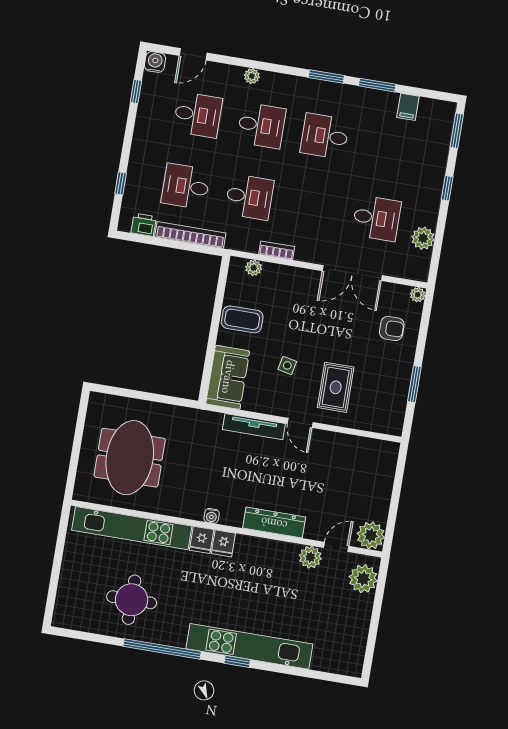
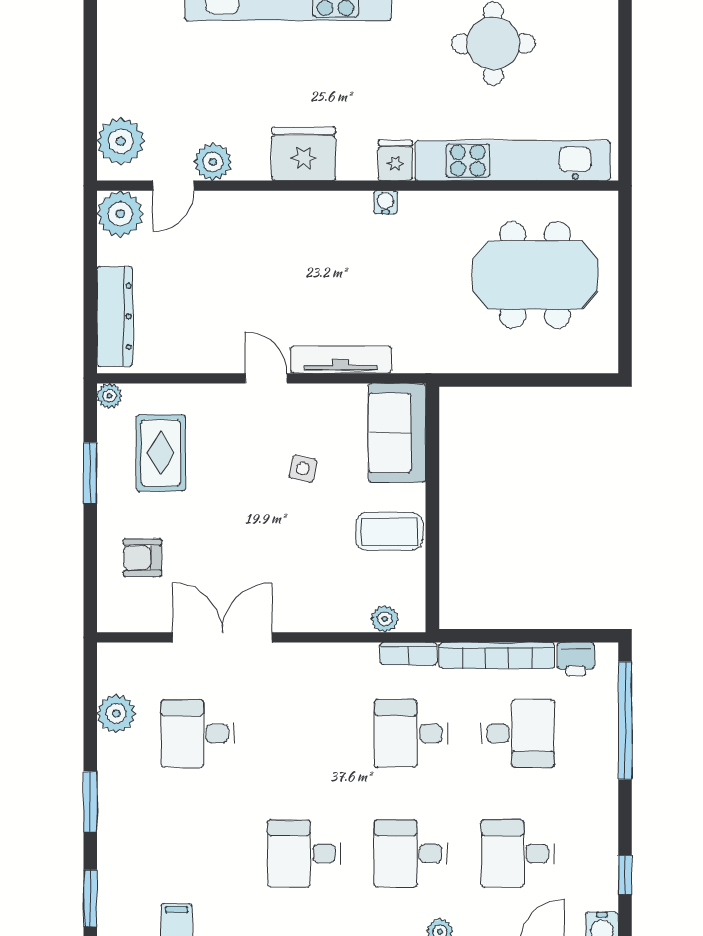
desk: (325, 136) -> (304, 853), turned 180
window: (121, 183) -> (625, 720), width x3.17
window: (447, 188) -> (90, 802), width x1.50
bookcase: (277, 250) -> (408, 654), moved
plant: (418, 295) -> (109, 396), moved
rug: (336, 387) -> (161, 453), moved
meeting table: (130, 458) -> (535, 275), turned 90
dresser: (274, 523) -> (115, 316), moved, turned -90
fridge: (223, 543) -> (304, 154), moved, width x1.88, depth x1.34

